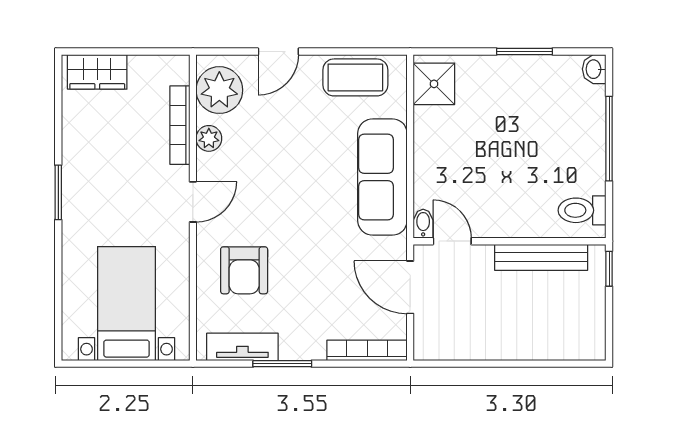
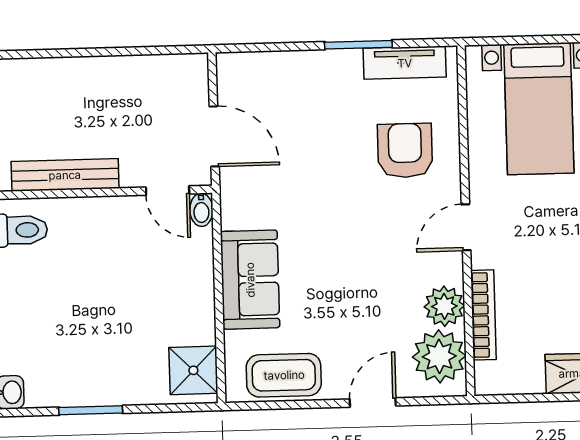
plant: (209, 138) -> (444, 306), width x1.38, depth x1.38
sofa: (382, 177) -> (250, 280), width x0.73
bookcase: (367, 350) -> (262, 63), removed

